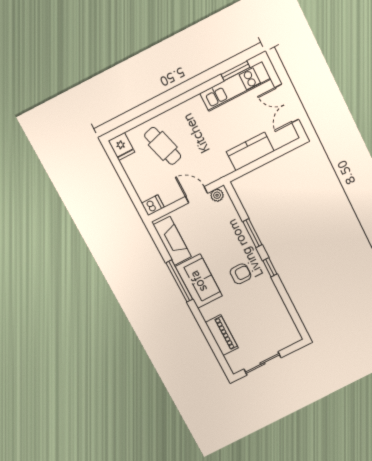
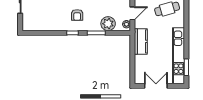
kitchen unit: (235, 86) -> (179, 56), width x1.36
kitchen counter: (250, 151) -> (141, 41), moved
plant: (230, 223) -> (108, 24), added

